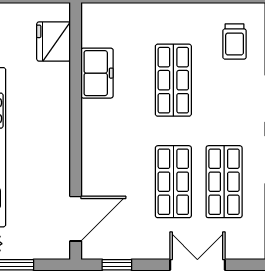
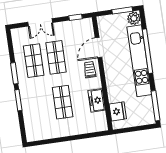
trolley: (235, 42) -> (90, 70), moved
door: (76, 219) -> (98, 48), moved

